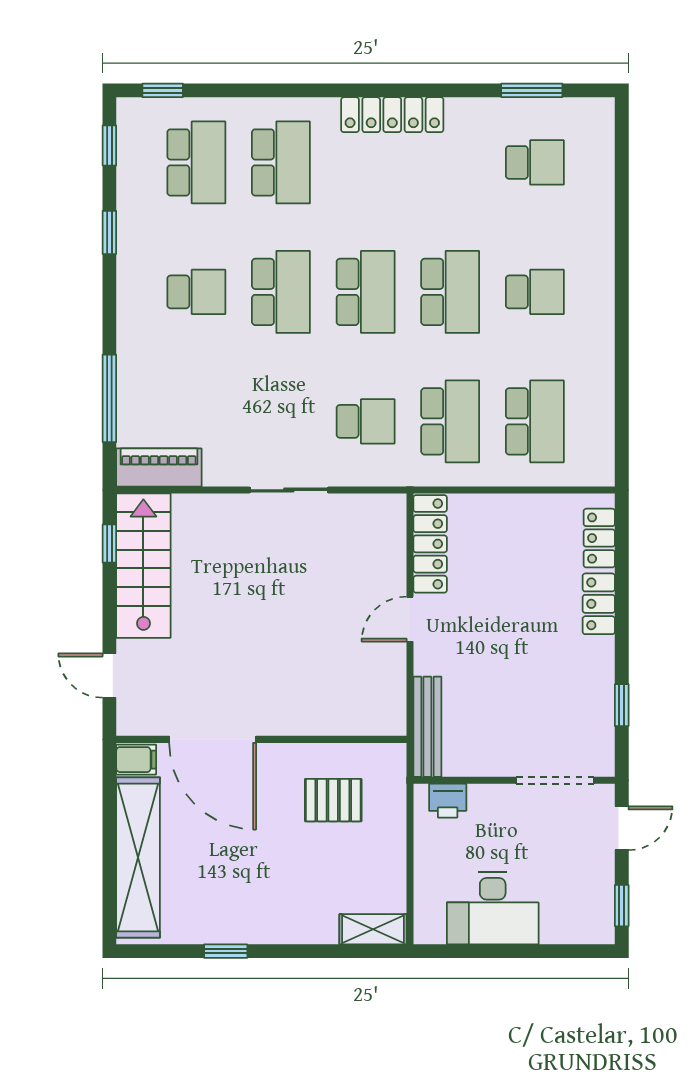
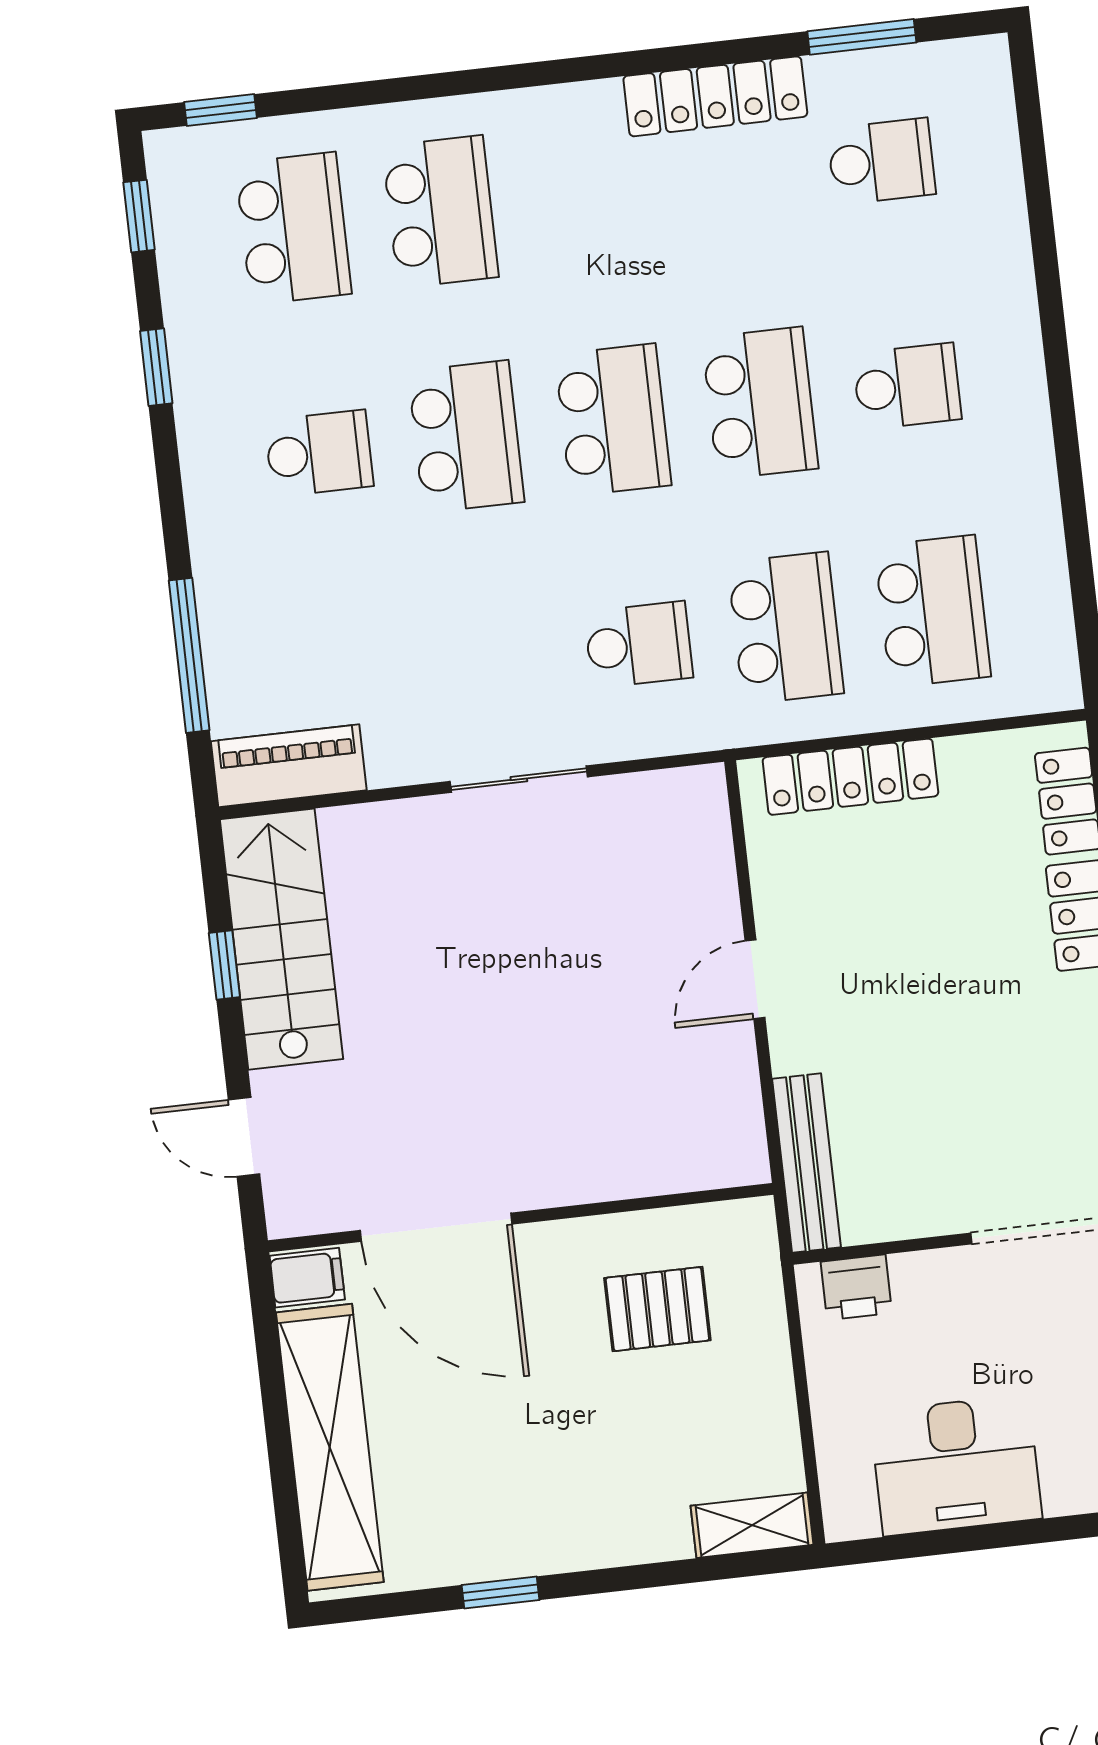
locker: (392, 115) -> (715, 96), moved
window: (109, 544) -> (224, 965), moved
locker: (430, 544) -> (850, 777), moved, turned 90

